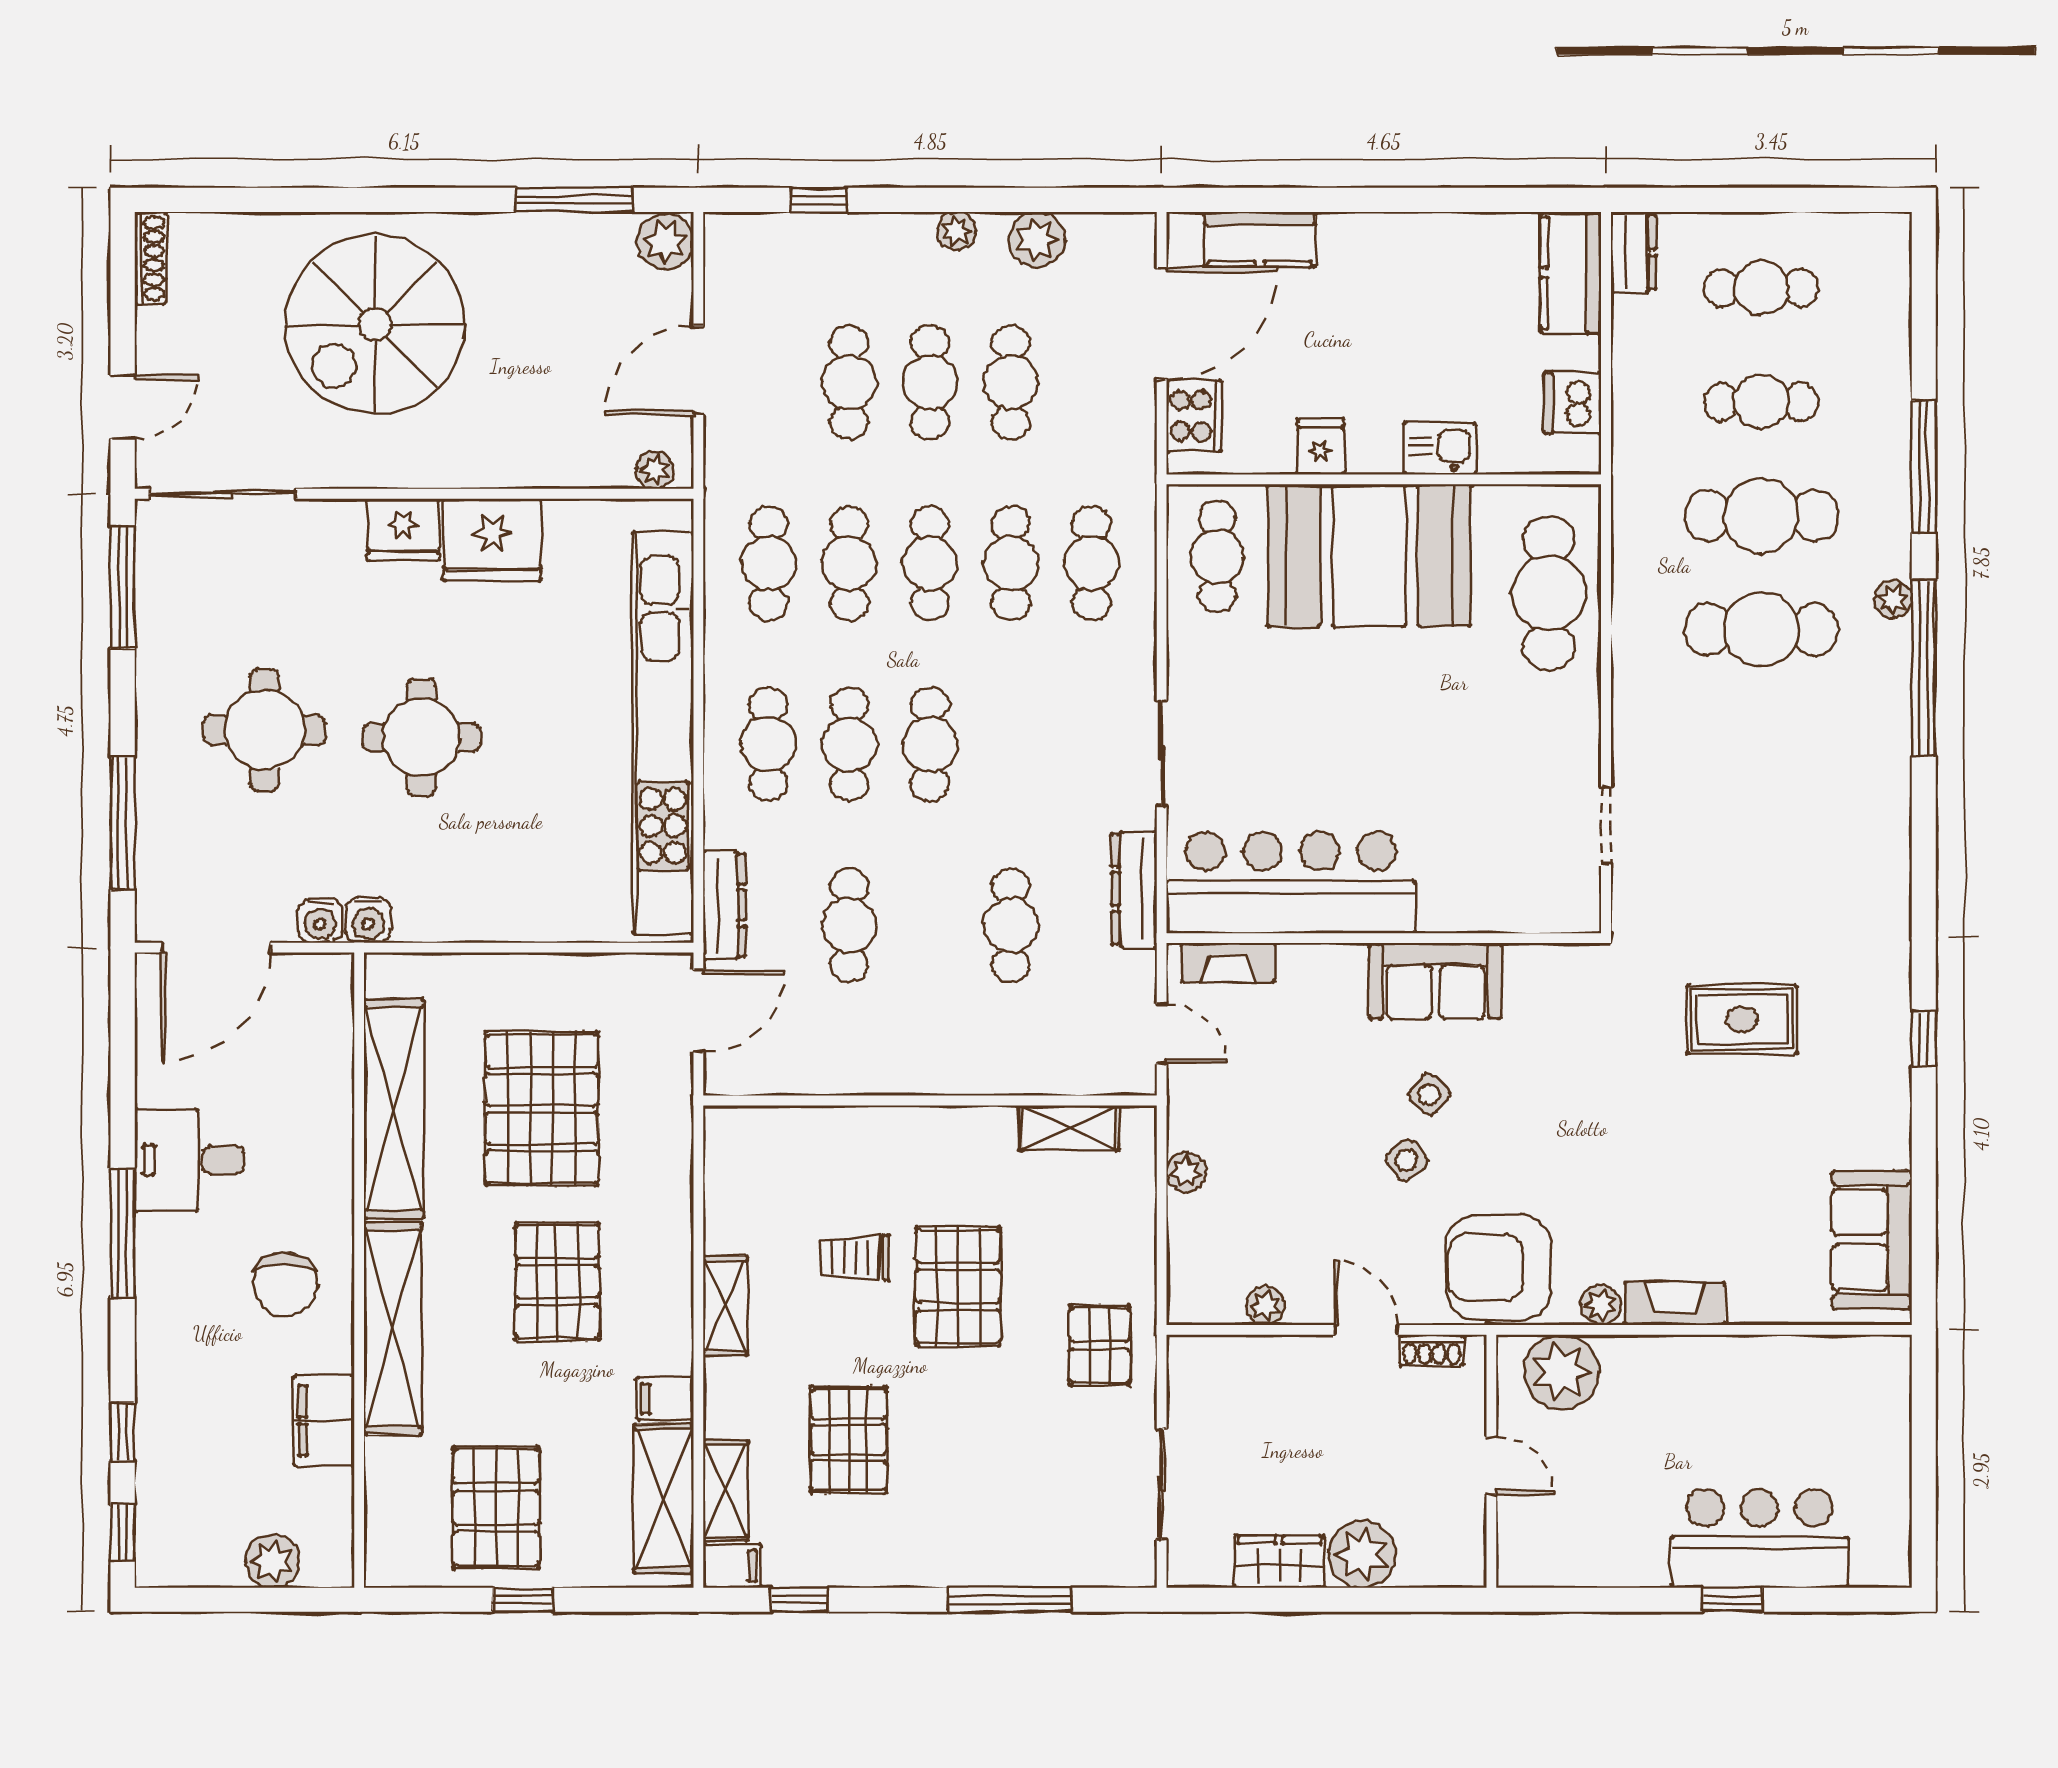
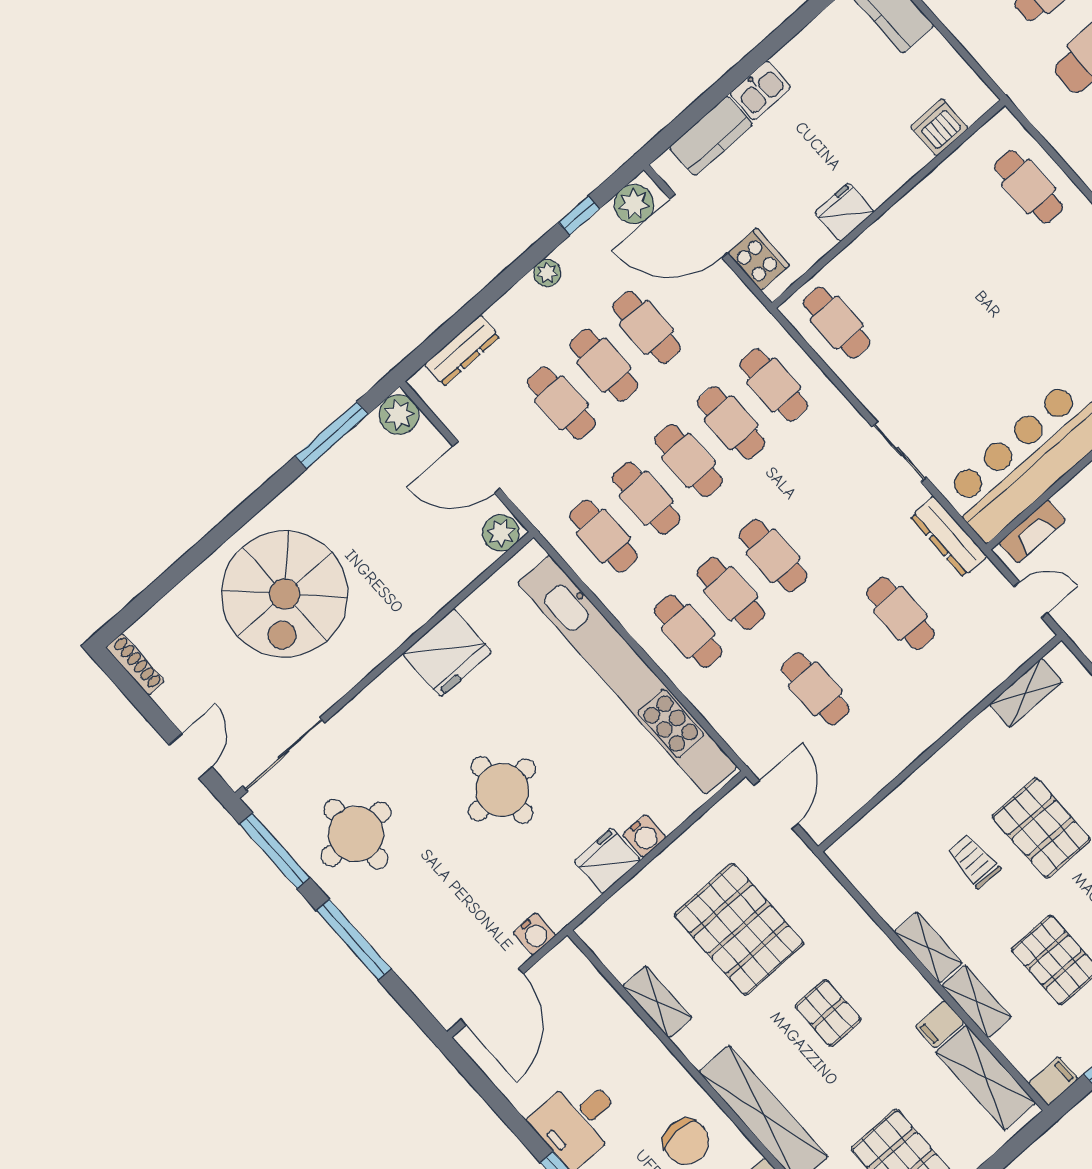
window: (819, 200) -> (579, 216), moved
plant: (1037, 240) -> (634, 204), moved
door: (1162, 324) -> (699, 226), swing flipped
door: (698, 370) -> (476, 467), hinge flipped
dishwasher: (1573, 403) -> (939, 127), moved, turned 90
fridge: (1321, 447) -> (844, 212), width x1.38
kitchen sink: (1440, 449) -> (760, 90), moved, turned 180
plant: (655, 470) -> (501, 533), width x1.38, depth x1.38
fridge: (403, 530) -> (607, 861), moved, turned 180
booth: (1369, 556) -> (916, 251), removed
cafe table: (1549, 593) -> (1029, 187), width x0.73, depth x0.74
round table: (265, 730) -> (356, 834), moved
window: (123, 823) -> (354, 940), moved
dresser: (724, 905) -> (462, 351), moved, turned 90
water cooler: (368, 920) -> (644, 836), moved
shelving: (394, 1109) -> (657, 1002), width x0.45, depth x0.75
trolley: (855, 1258) -> (974, 861), turned 90
pallet: (557, 1282) -> (828, 1013), width x0.67, depth x0.71
shelving: (726, 1490) -> (976, 1001), moved

